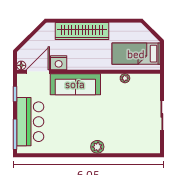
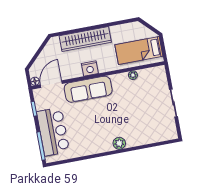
nightstand: (59, 63) -> (90, 68), moved

